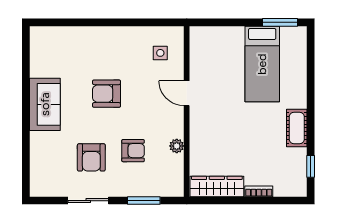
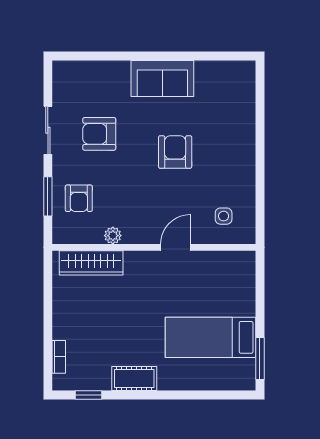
armchair: (133, 151) -> (79, 198), moved
wardrobe: (217, 187) -> (91, 263), moved, turned 90
bookcase: (259, 191) -> (59, 357), moved

